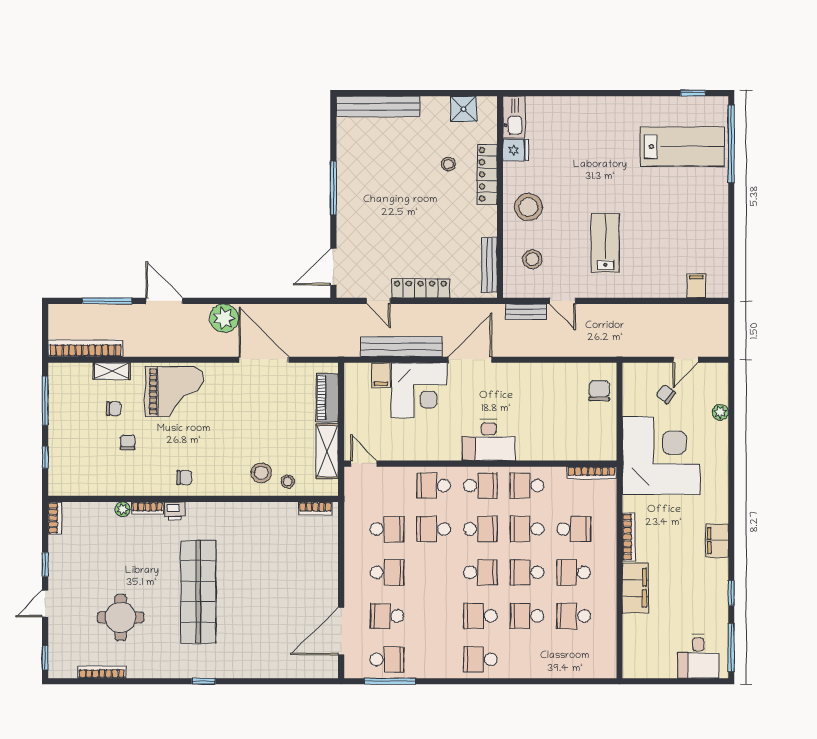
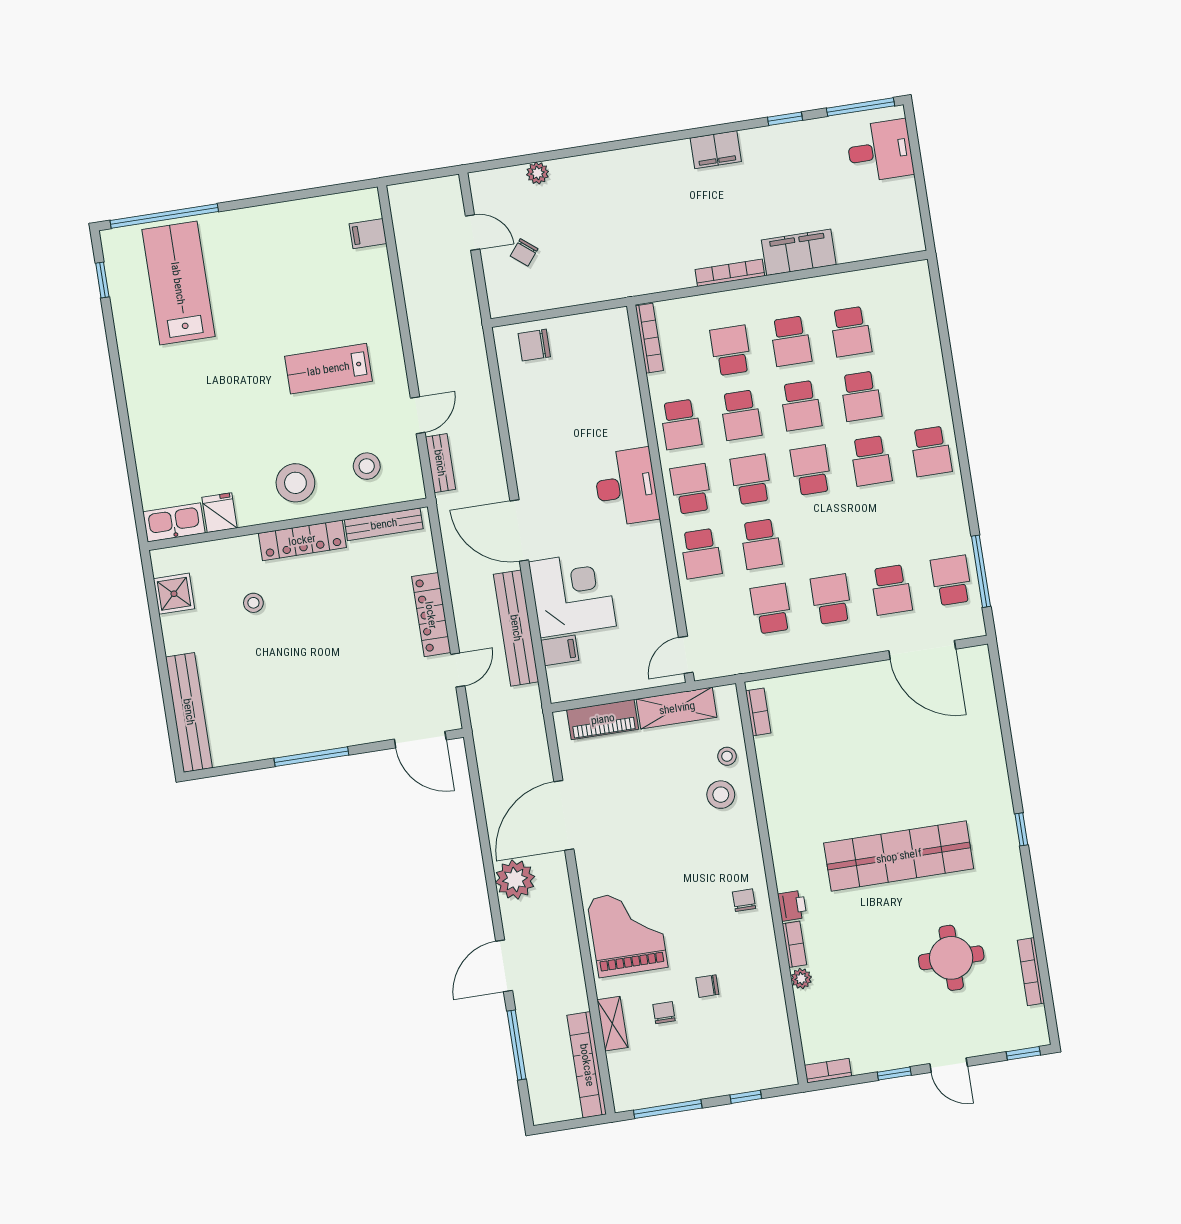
locker: (487, 174) -> (302, 540), moved
corner desk: (661, 456) -> (611, 245), removed

